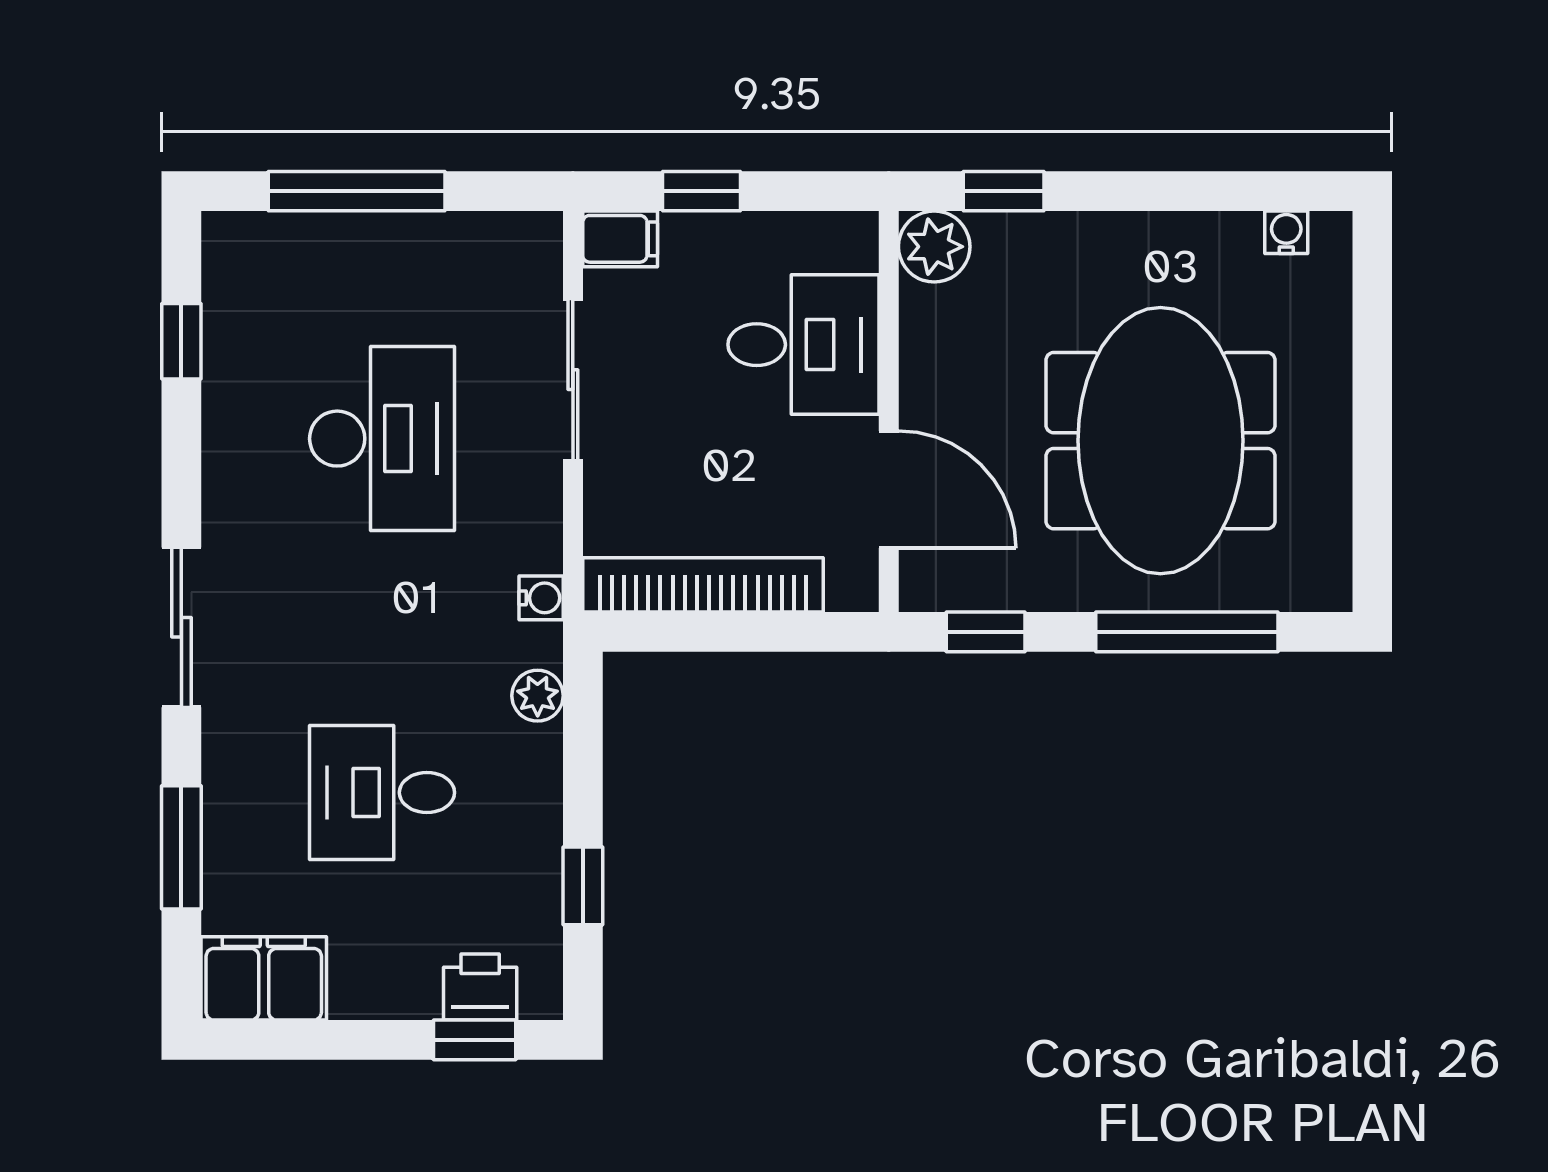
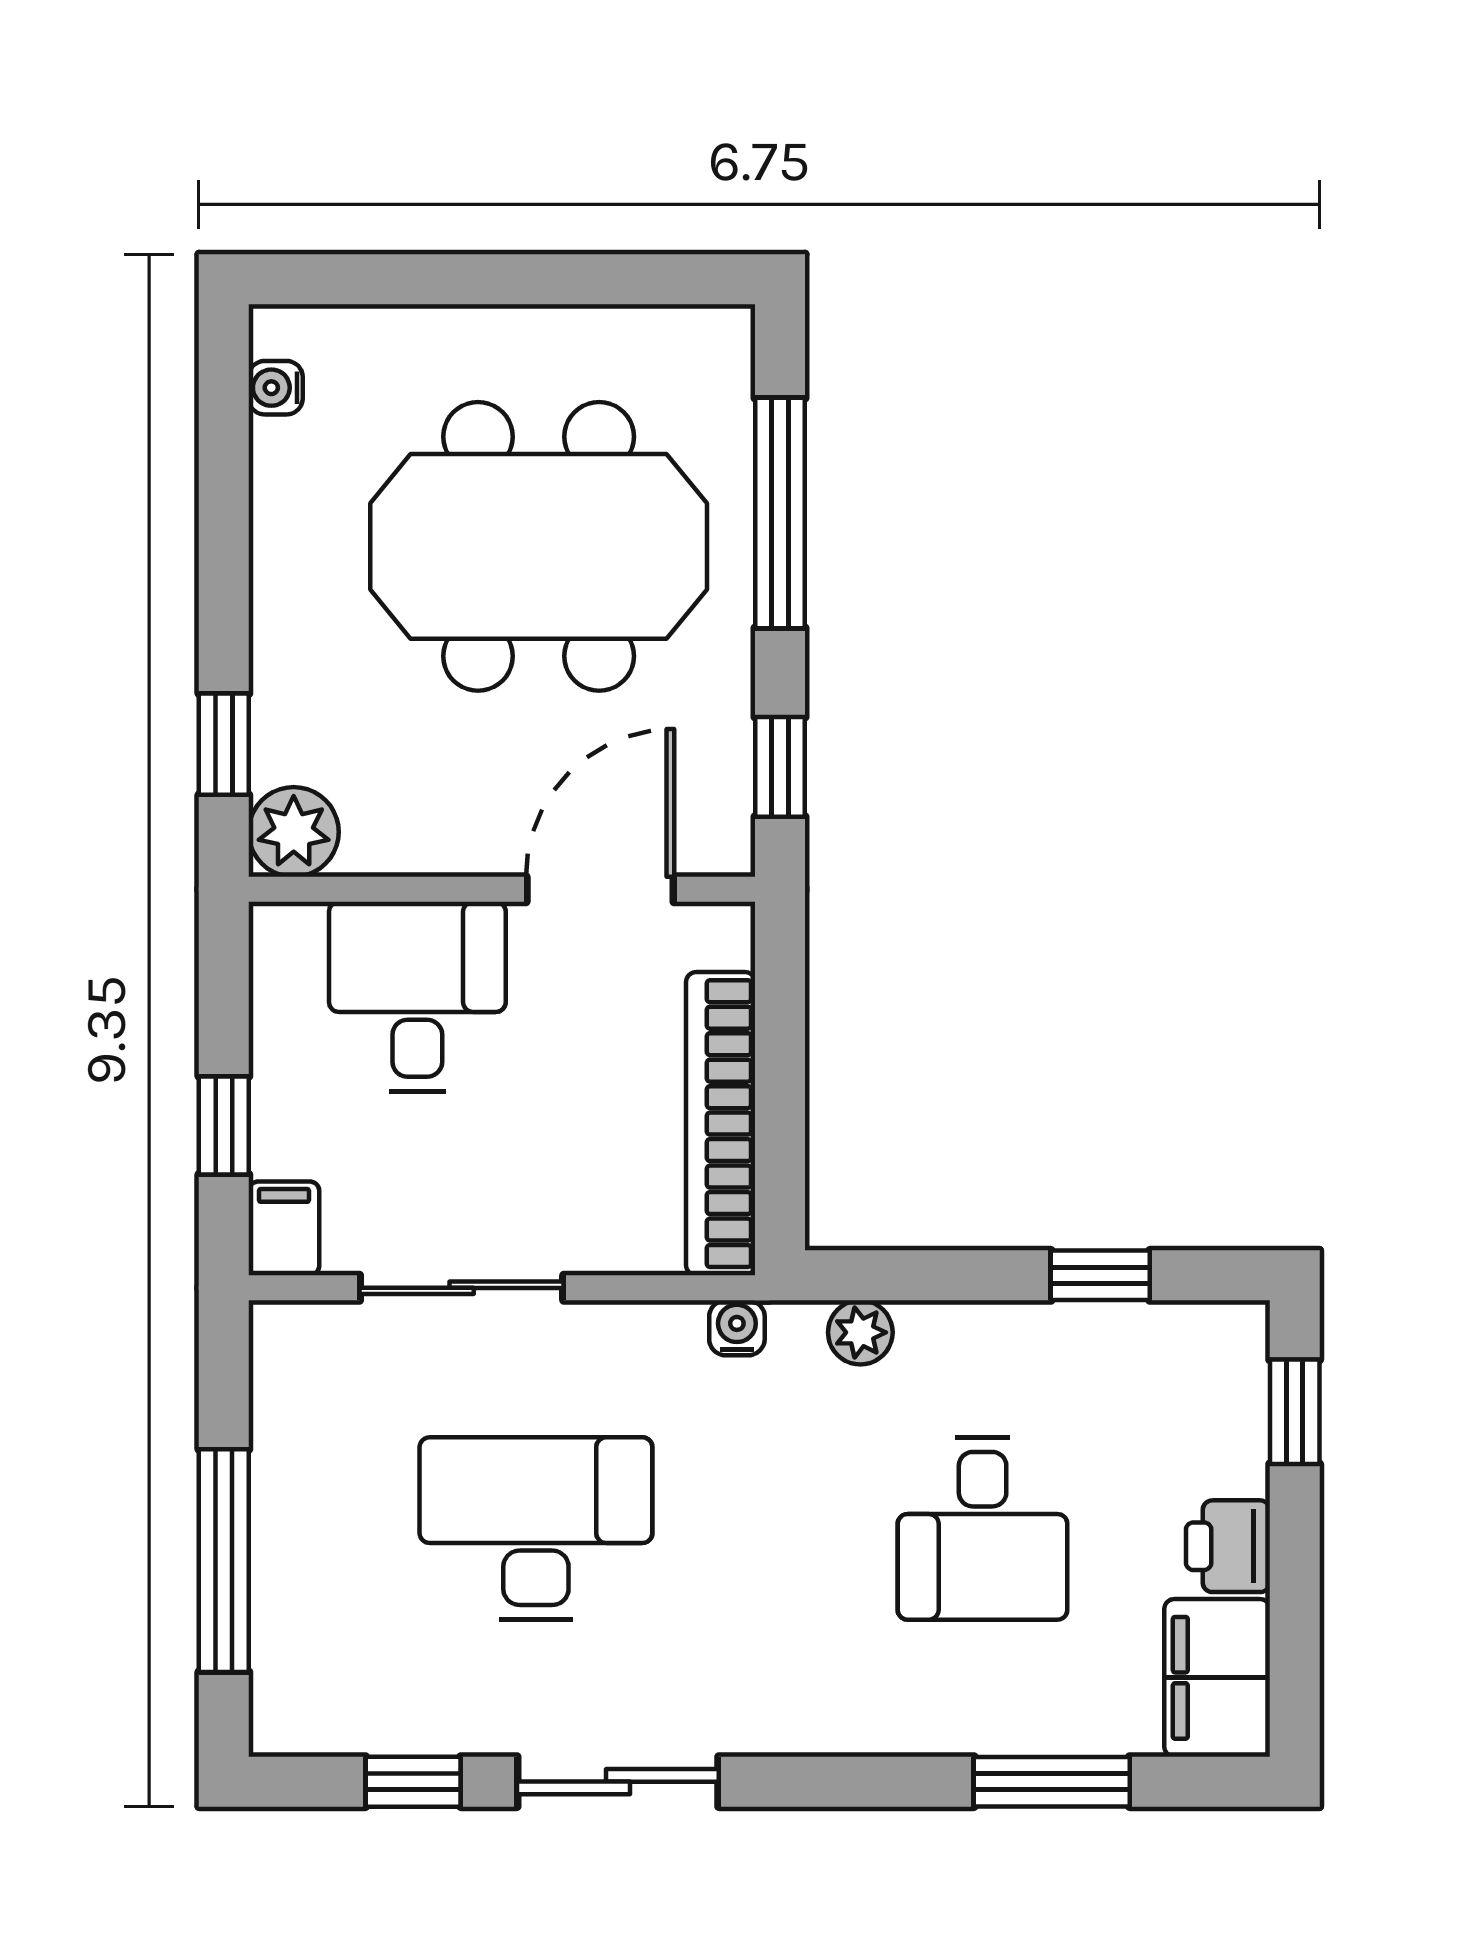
sliding door: (181, 627) -> (618, 1782), moved
printer: (480, 987) -> (1228, 1546), moved

